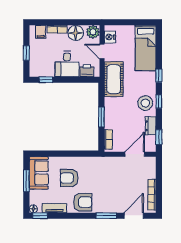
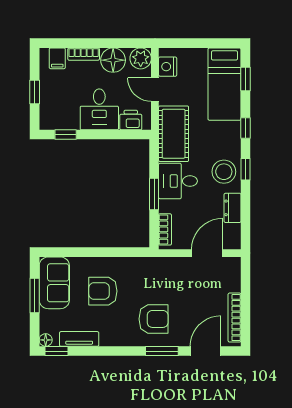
desk: (116, 109) -> (178, 181), added
window: (159, 137) -> (245, 79), moved
armchair: (83, 202) -> (154, 319), moved

